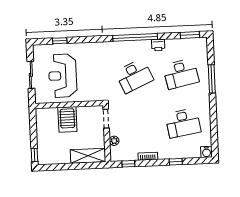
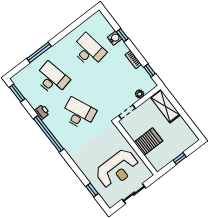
water cooler: (206, 152) -> (115, 38), moved
window: (34, 155) -> (180, 159), moved

